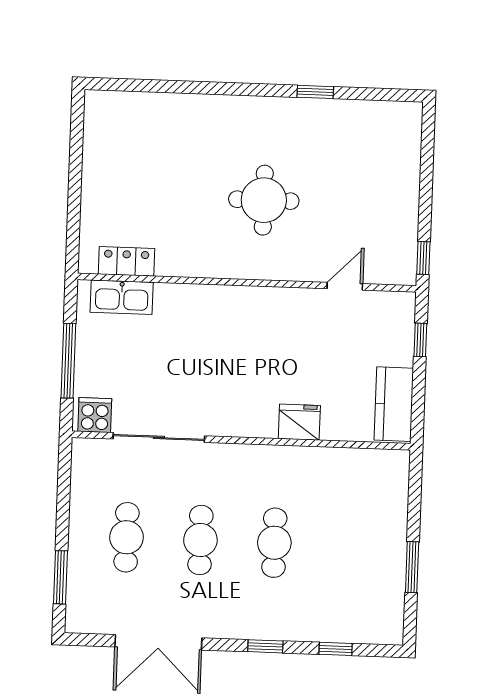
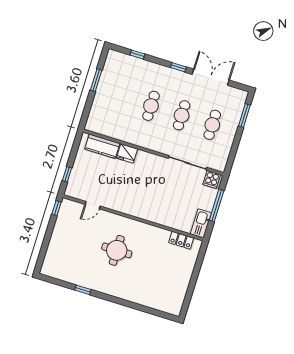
kitchen sink: (122, 297) -> (201, 223), moved, turned -90
kitchen counter: (394, 404) -> (102, 146), moved, turned 90
window: (265, 646) -> (178, 67), moved

